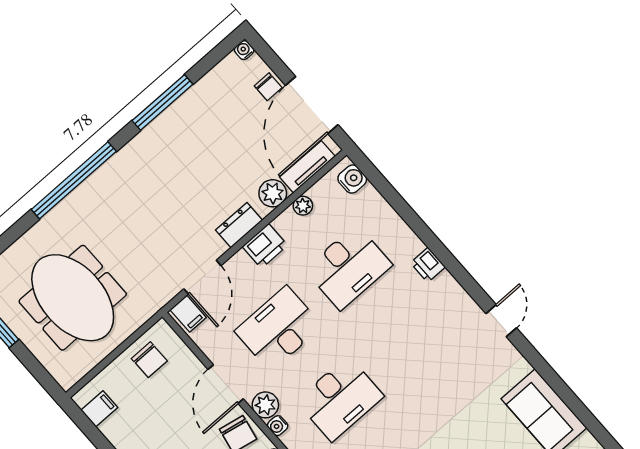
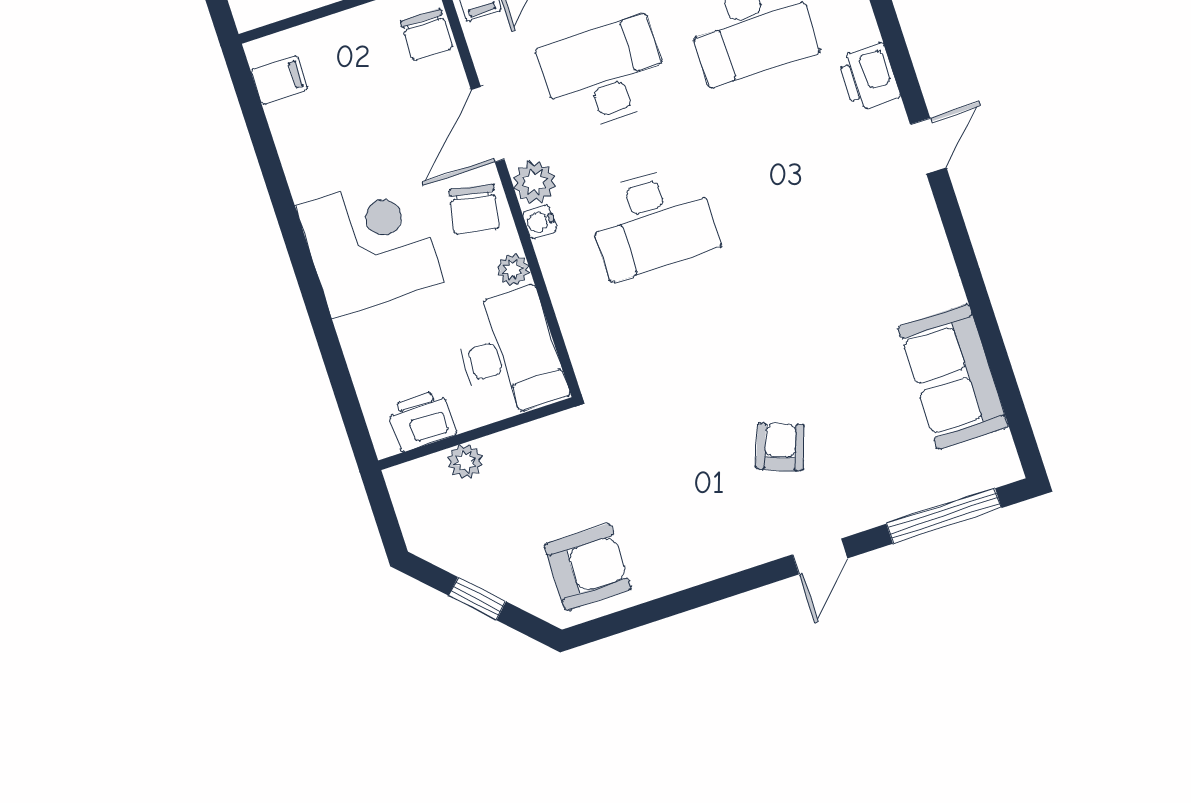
printer: (428, 265) -> (869, 77), width x1.36, depth x1.24
door: (501, 321) -> (928, 146), moved
chair: (149, 360) -> (427, 35), moved

